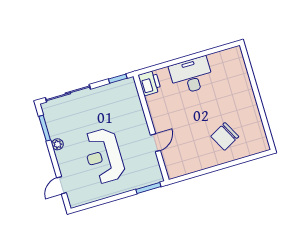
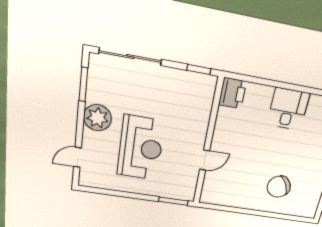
desk: (191, 75) -> (288, 109), width x0.73
plant: (57, 144) -> (98, 118), width x1.88, depth x1.88
reception desk: (104, 156) -> (141, 148), turned 180

